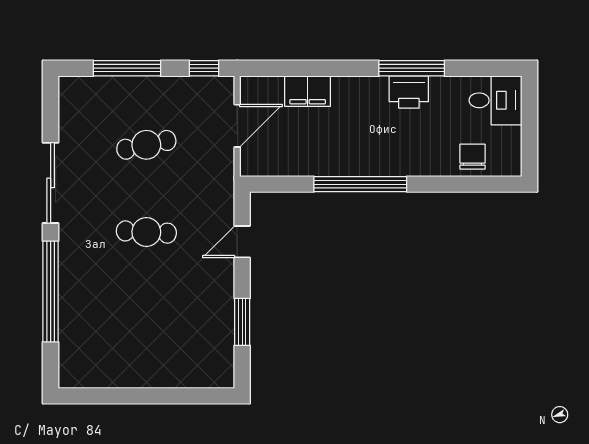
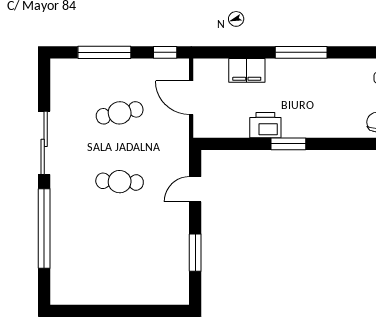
window: (412, 68) -> (301, 52), moved
printer: (409, 92) -> (265, 125), moved, turned 180
door: (237, 126) -> (191, 98), swing flipped
window: (360, 184) -> (288, 144), width x0.47

